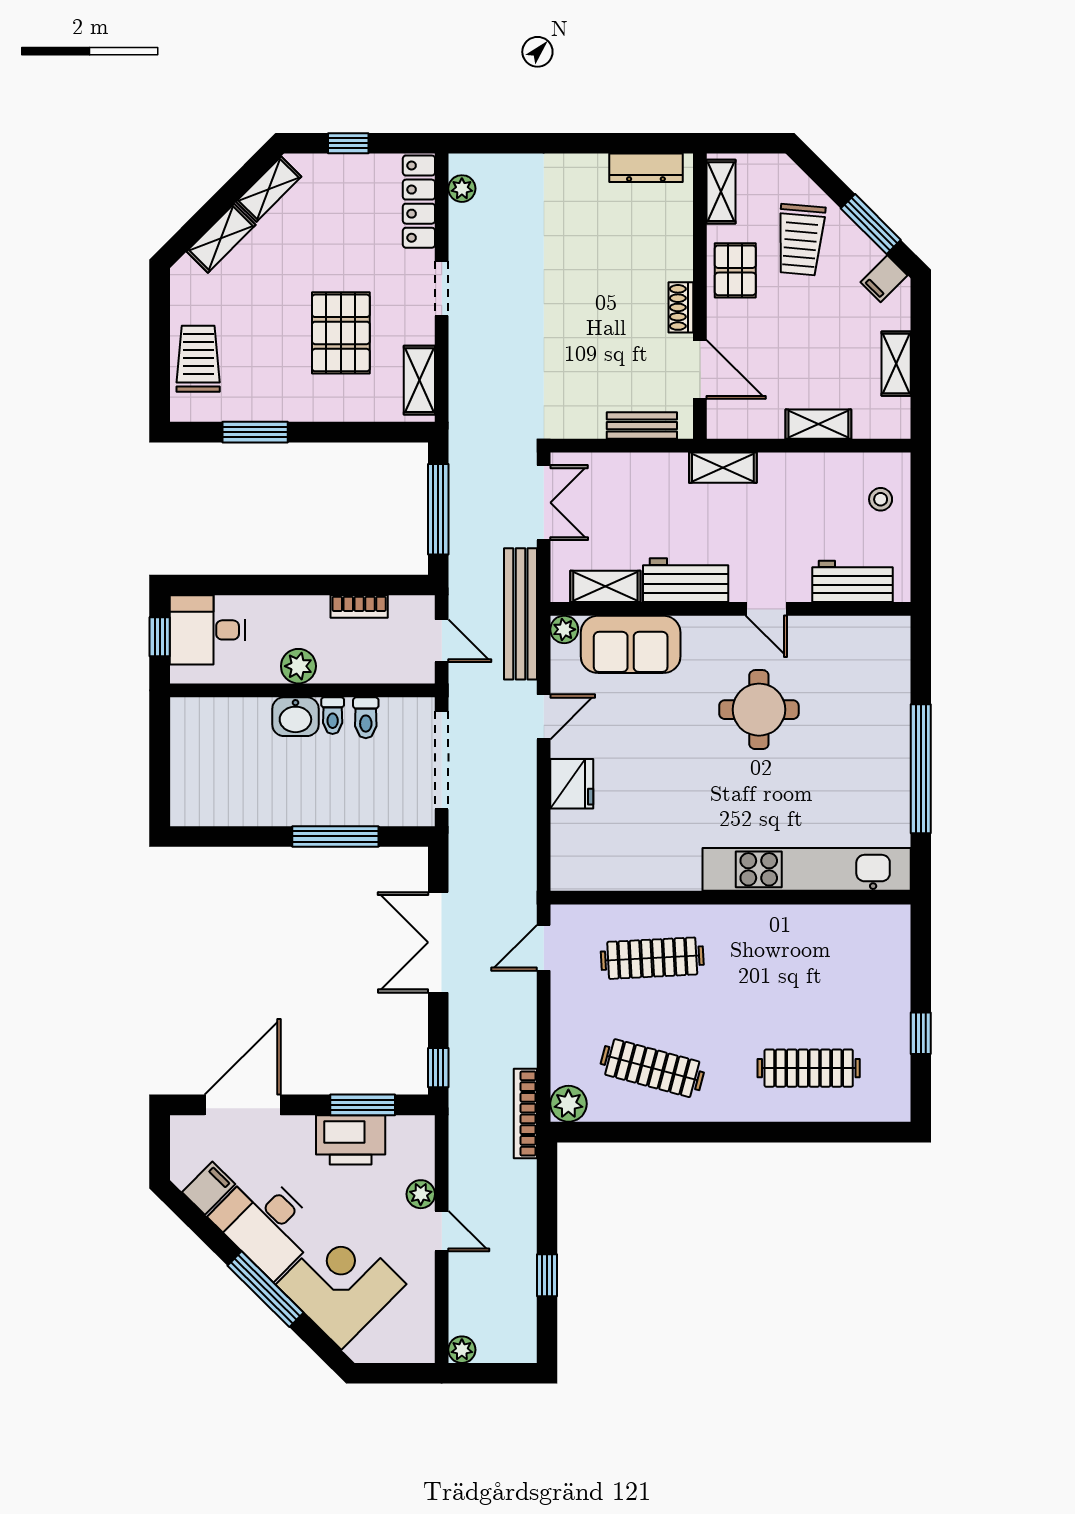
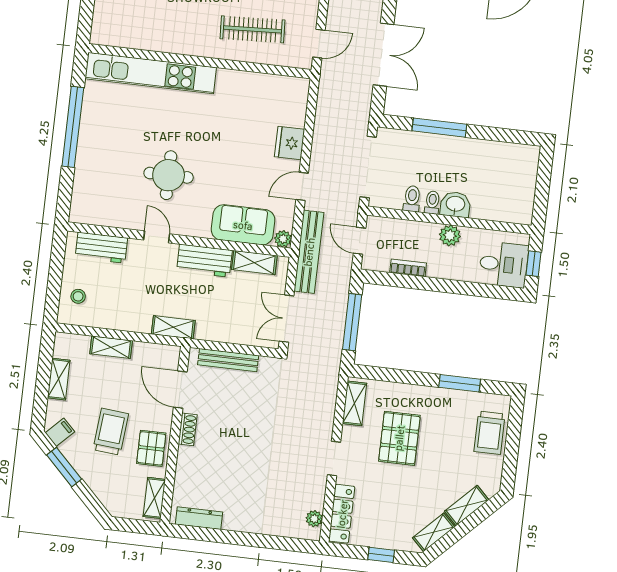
trolley: (801, 240) -> (111, 432), moved
bench: (642, 426) -> (228, 360), width x1.36

